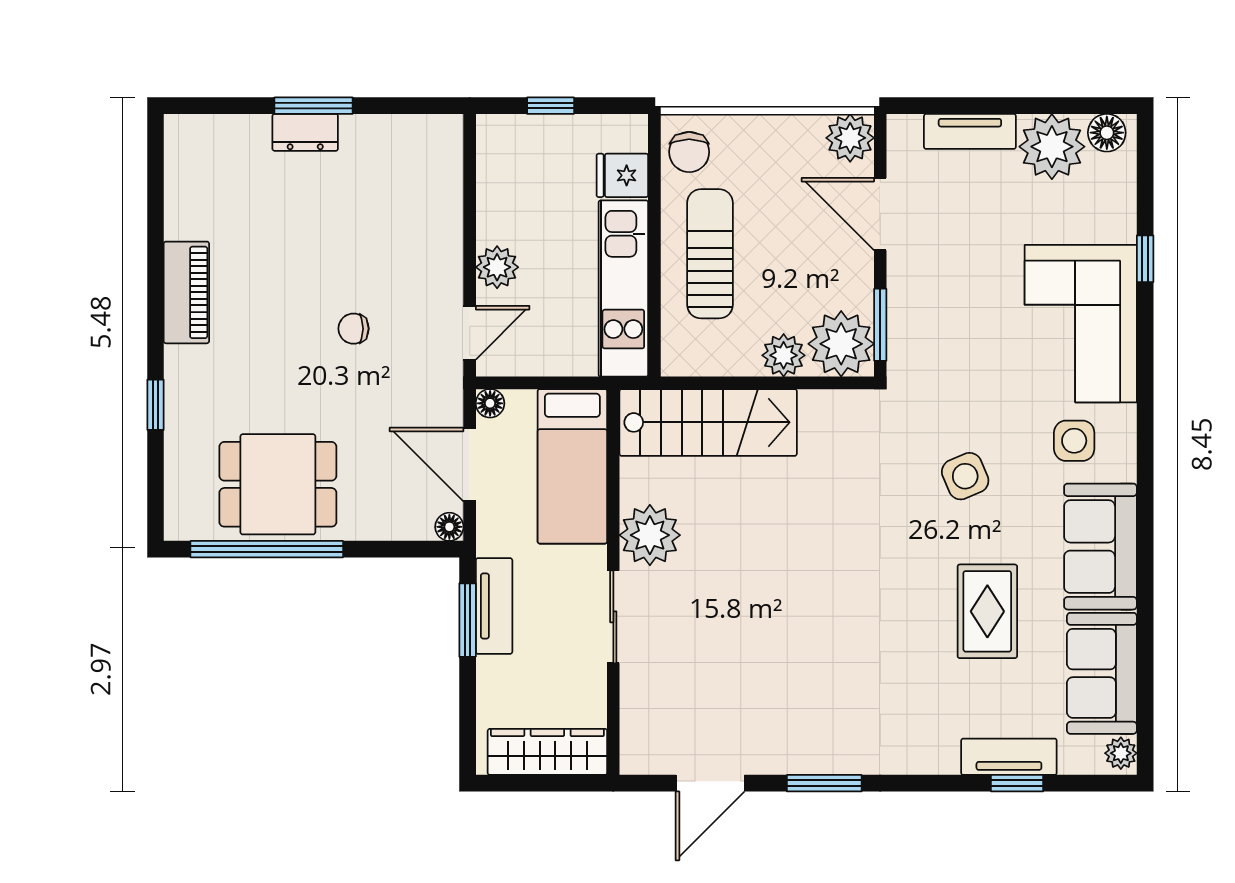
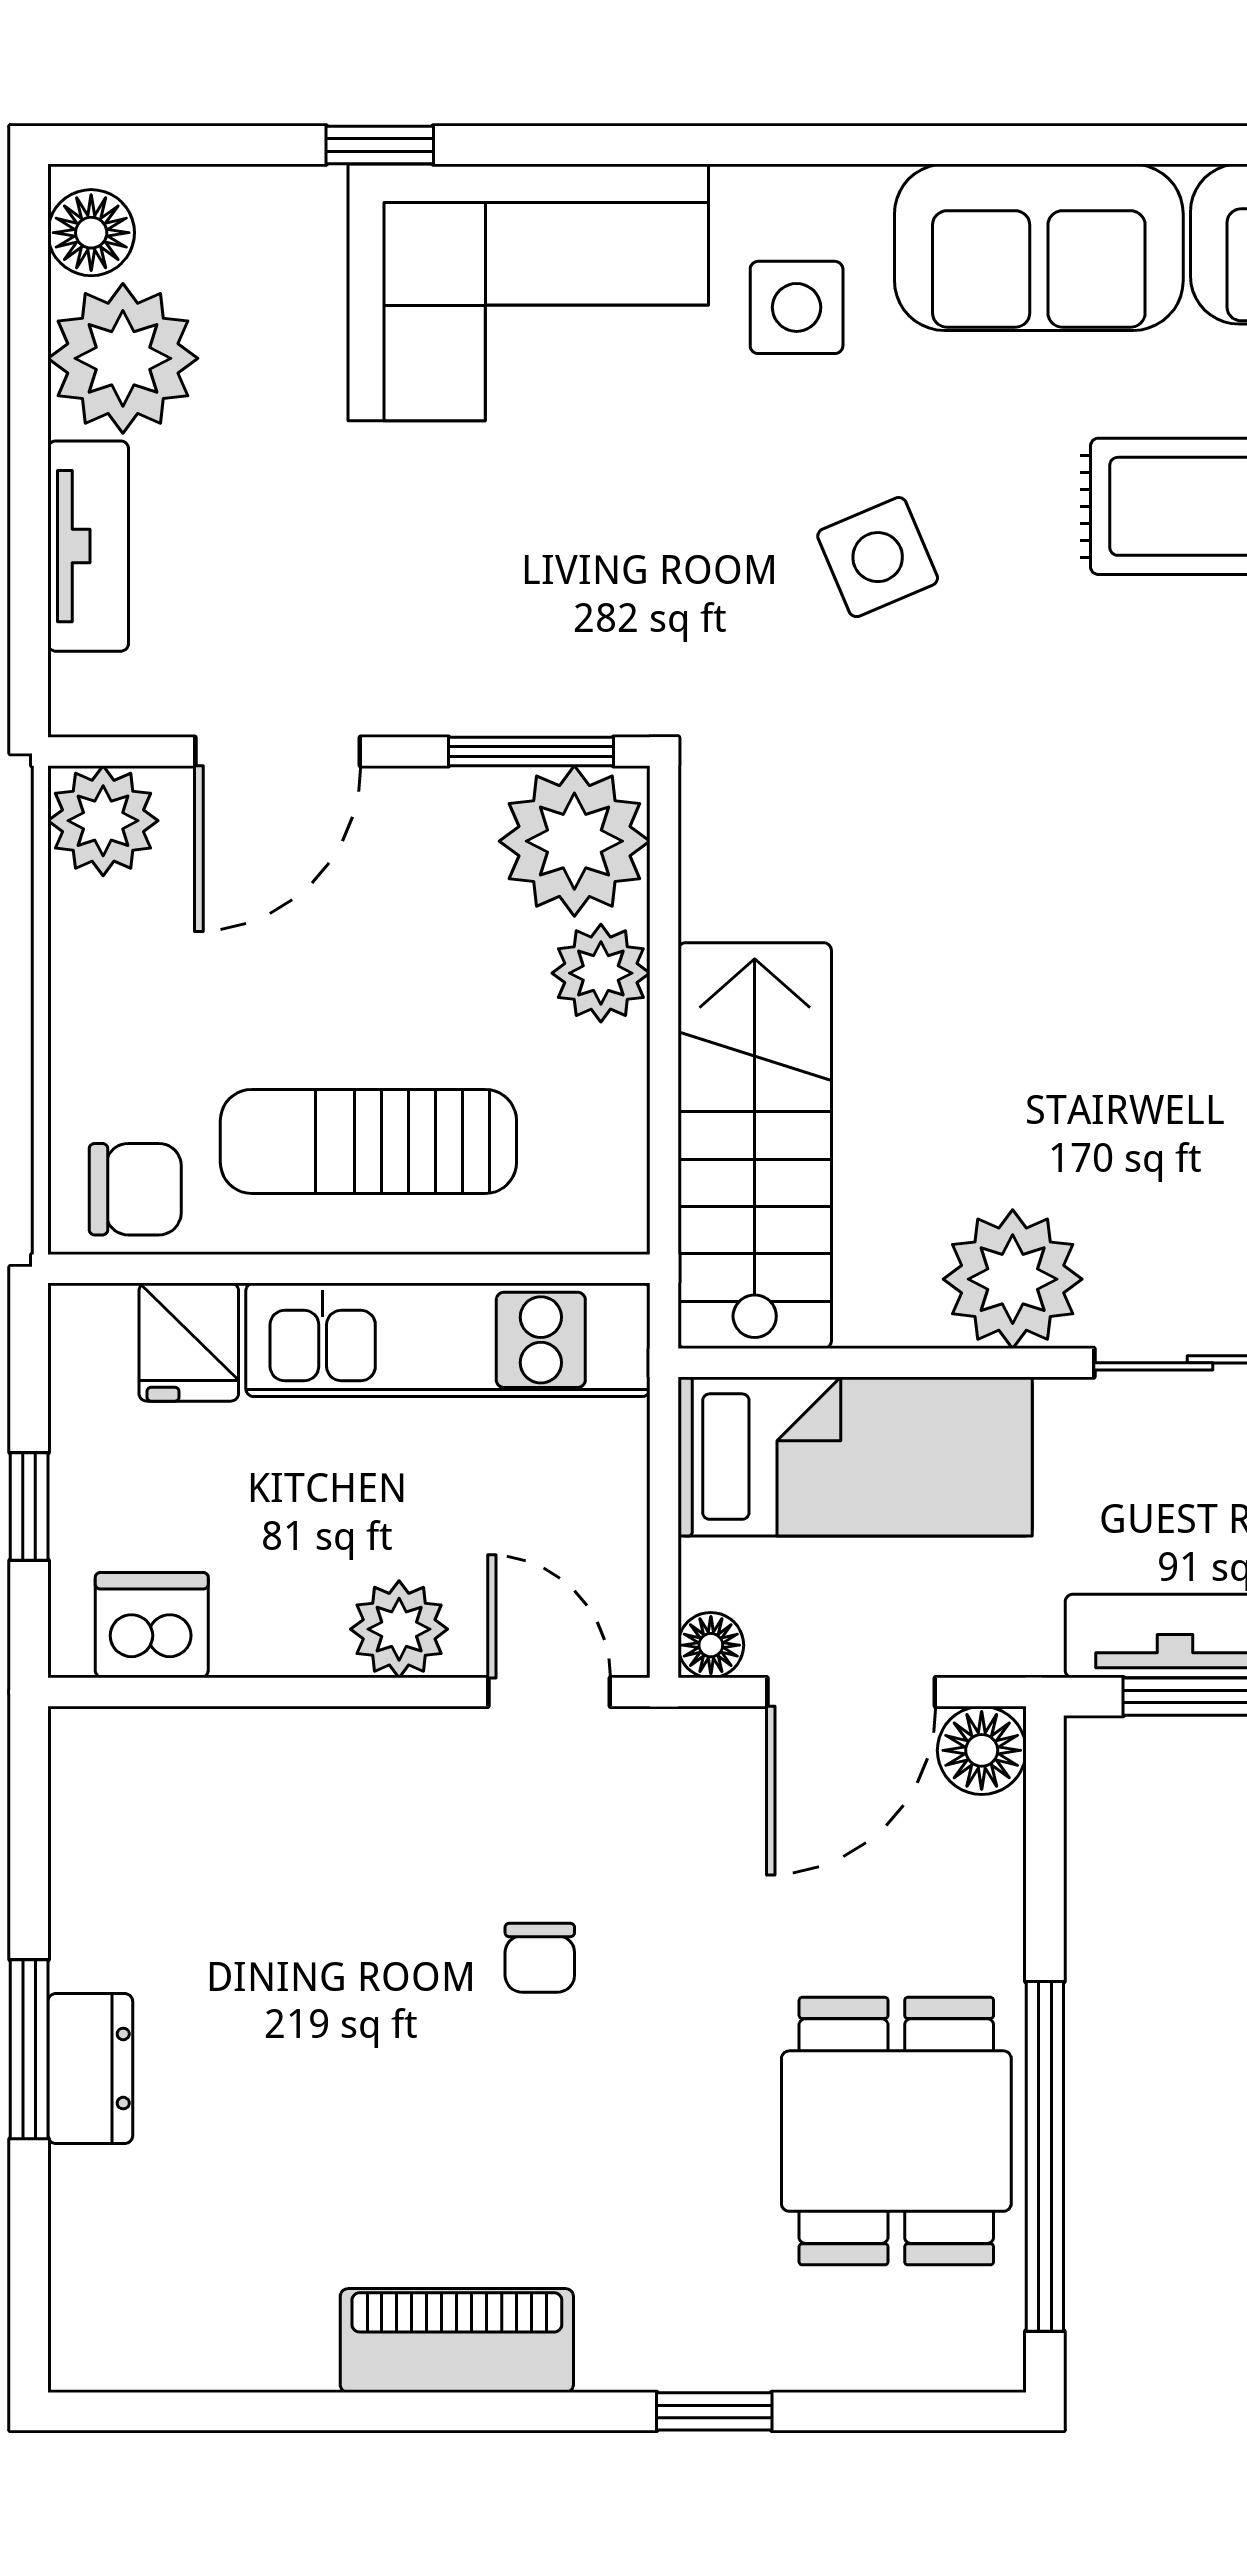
dishwasher: (499, 159) -> (152, 1625), added
floor lamp: (449, 527) -> (982, 1750), width x1.37, depth x1.37

